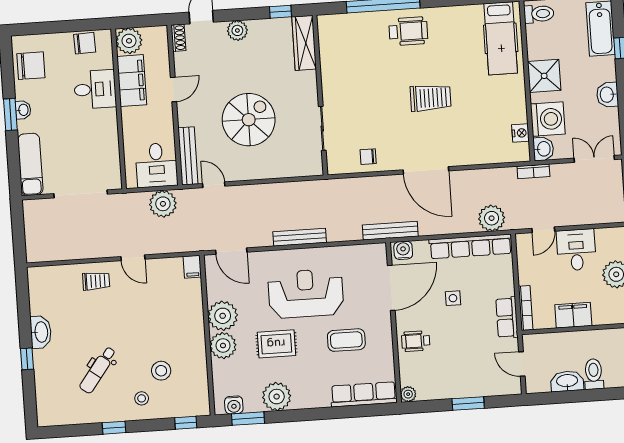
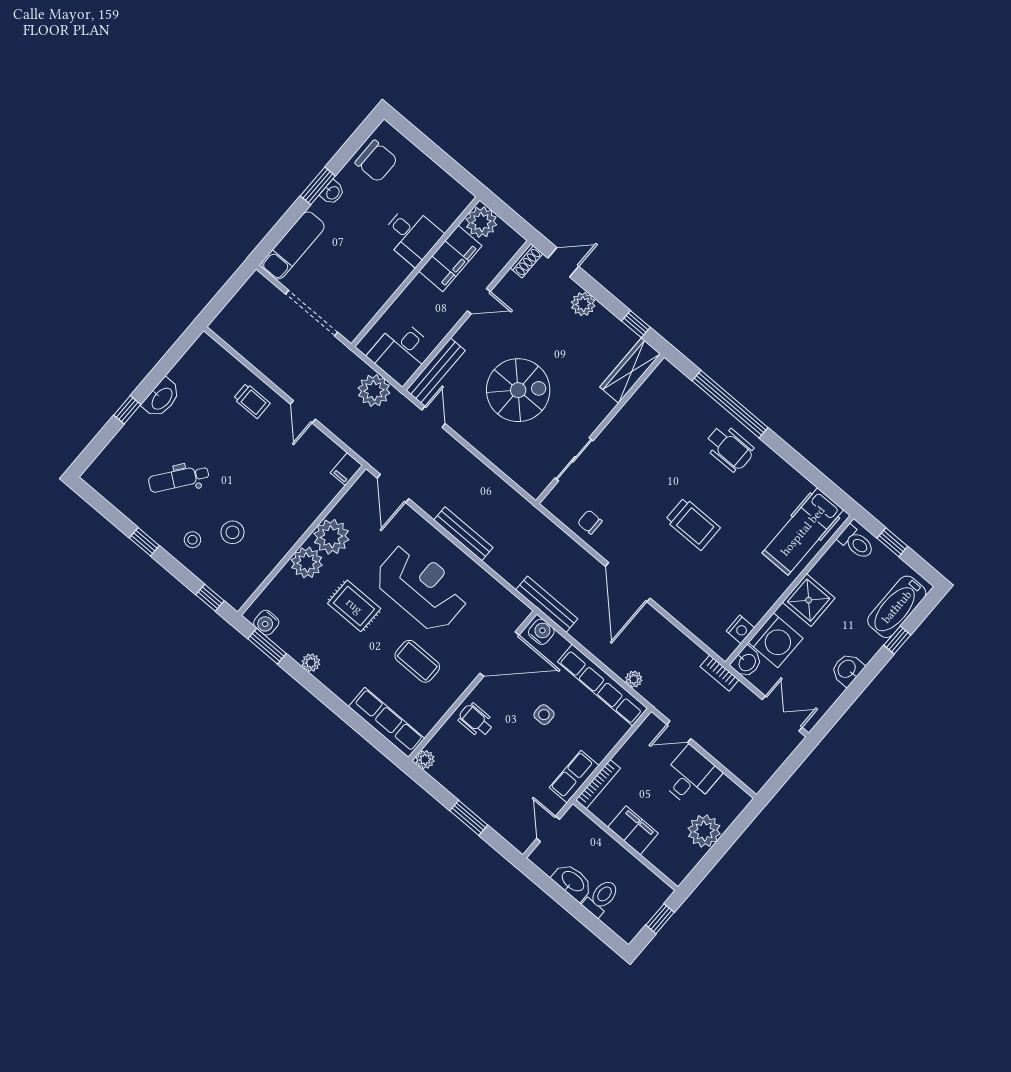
chair: (85, 43) -> (441, 187), removed
plant: (492, 218) -> (634, 679), width x0.53, depth x0.53
plant: (277, 397) -> (311, 663), width x0.53, depth x0.53

